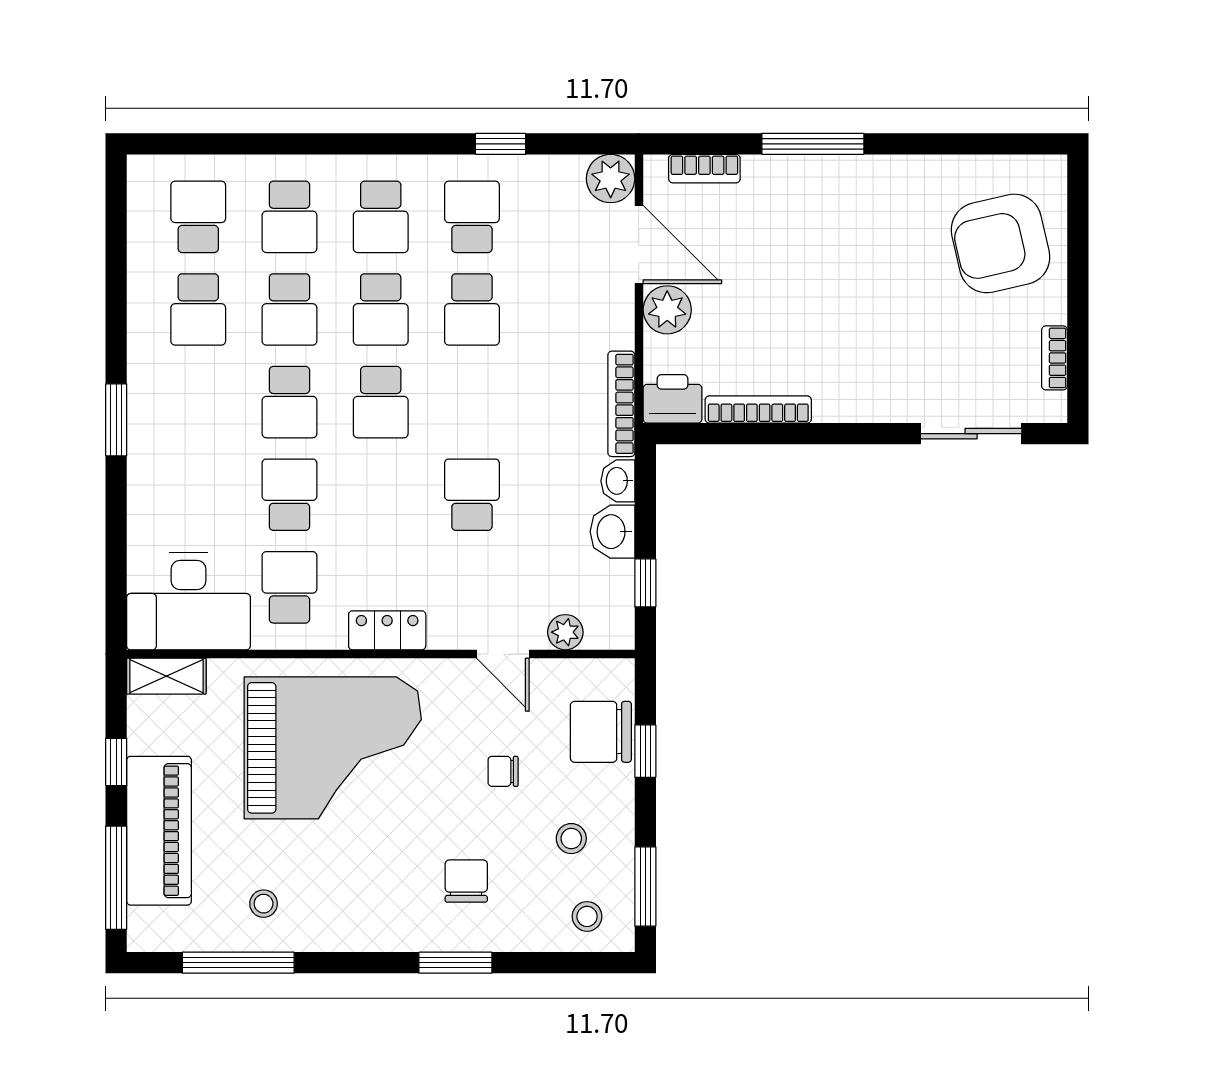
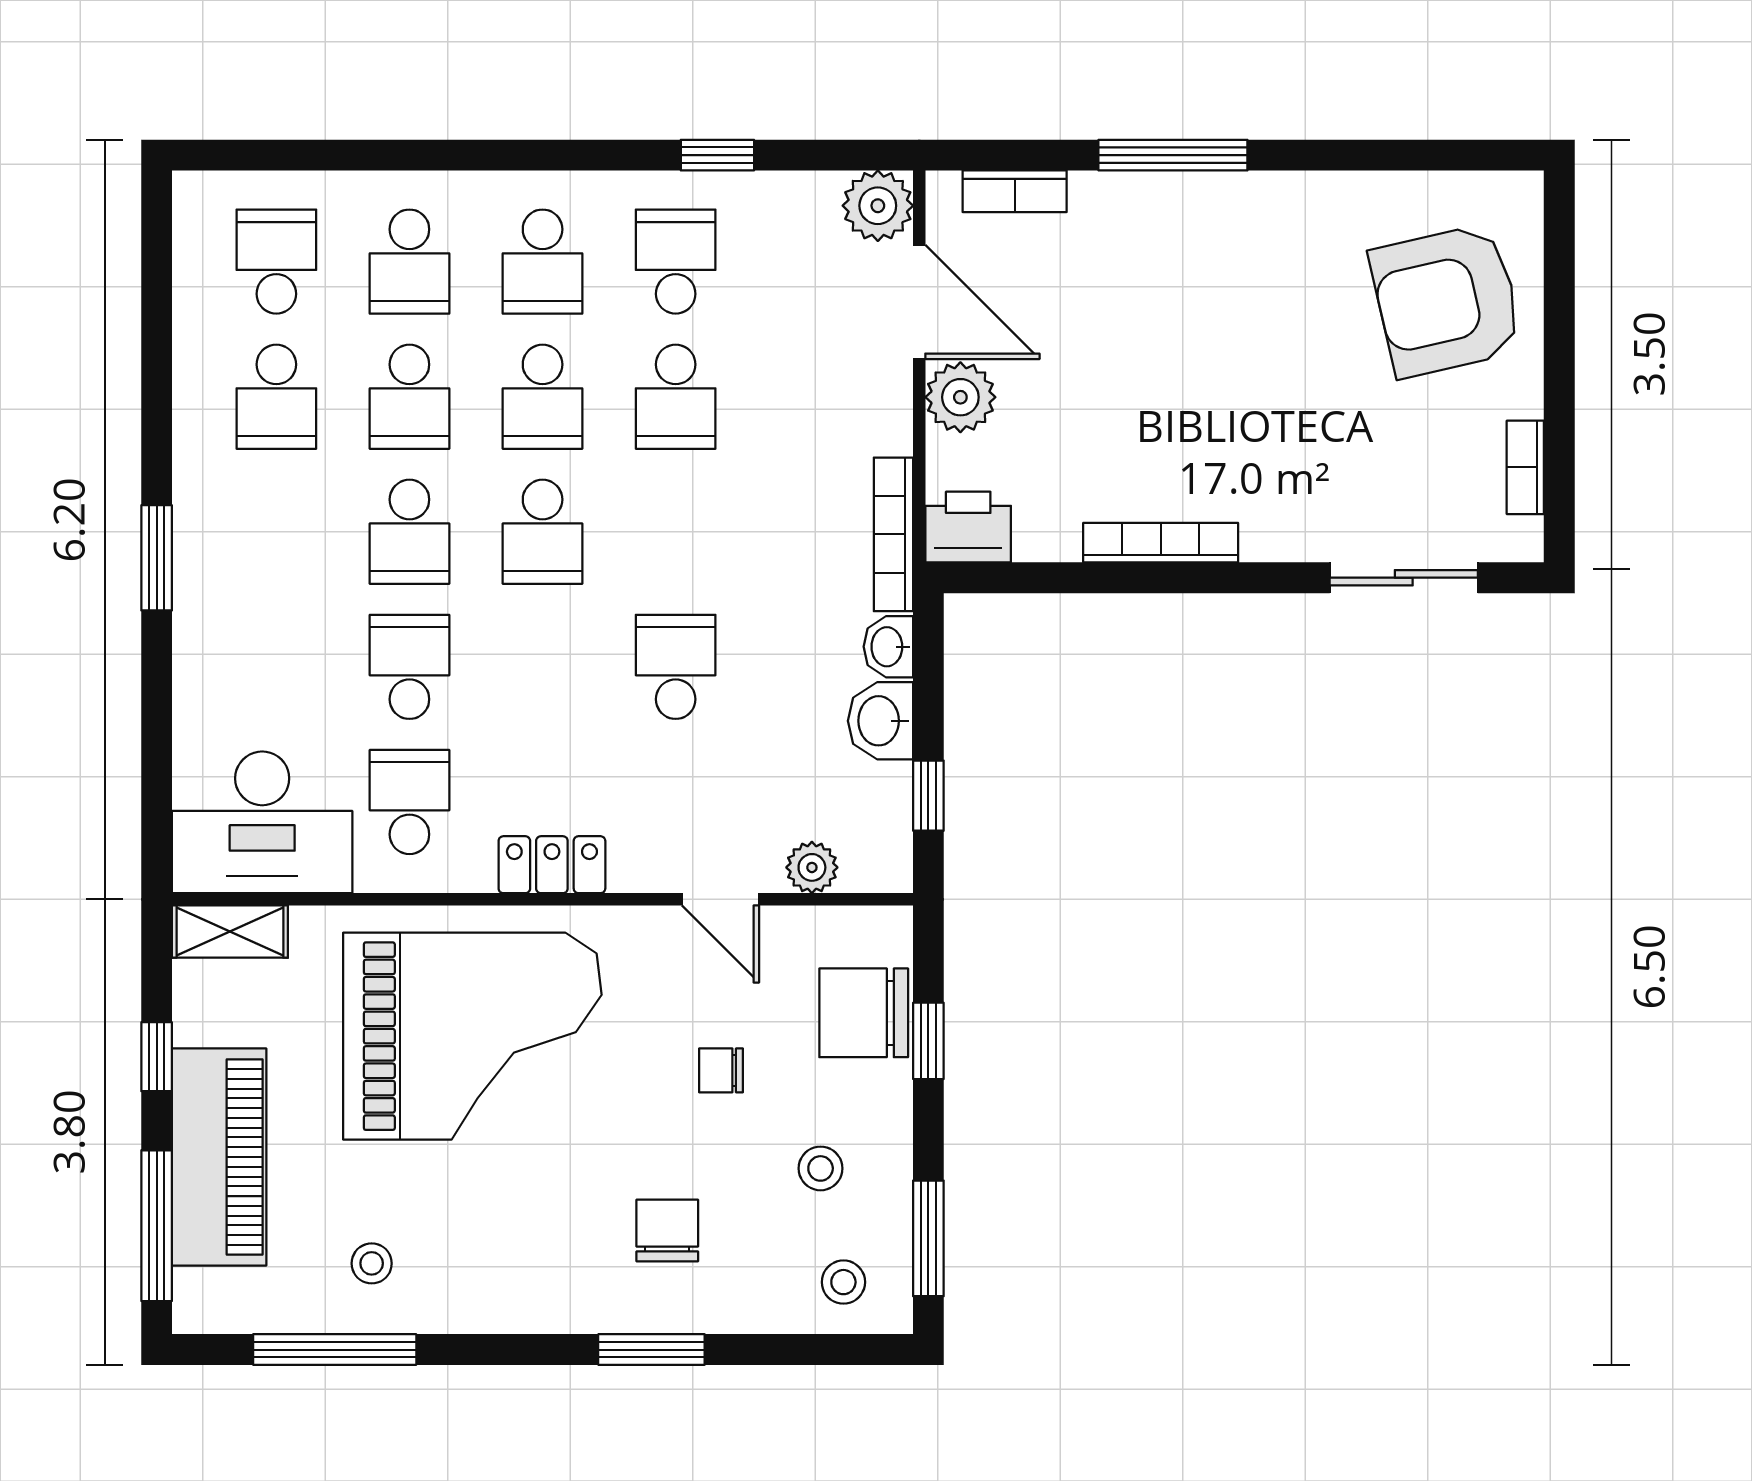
bookcase: (758, 410) -> (1161, 543), moved

